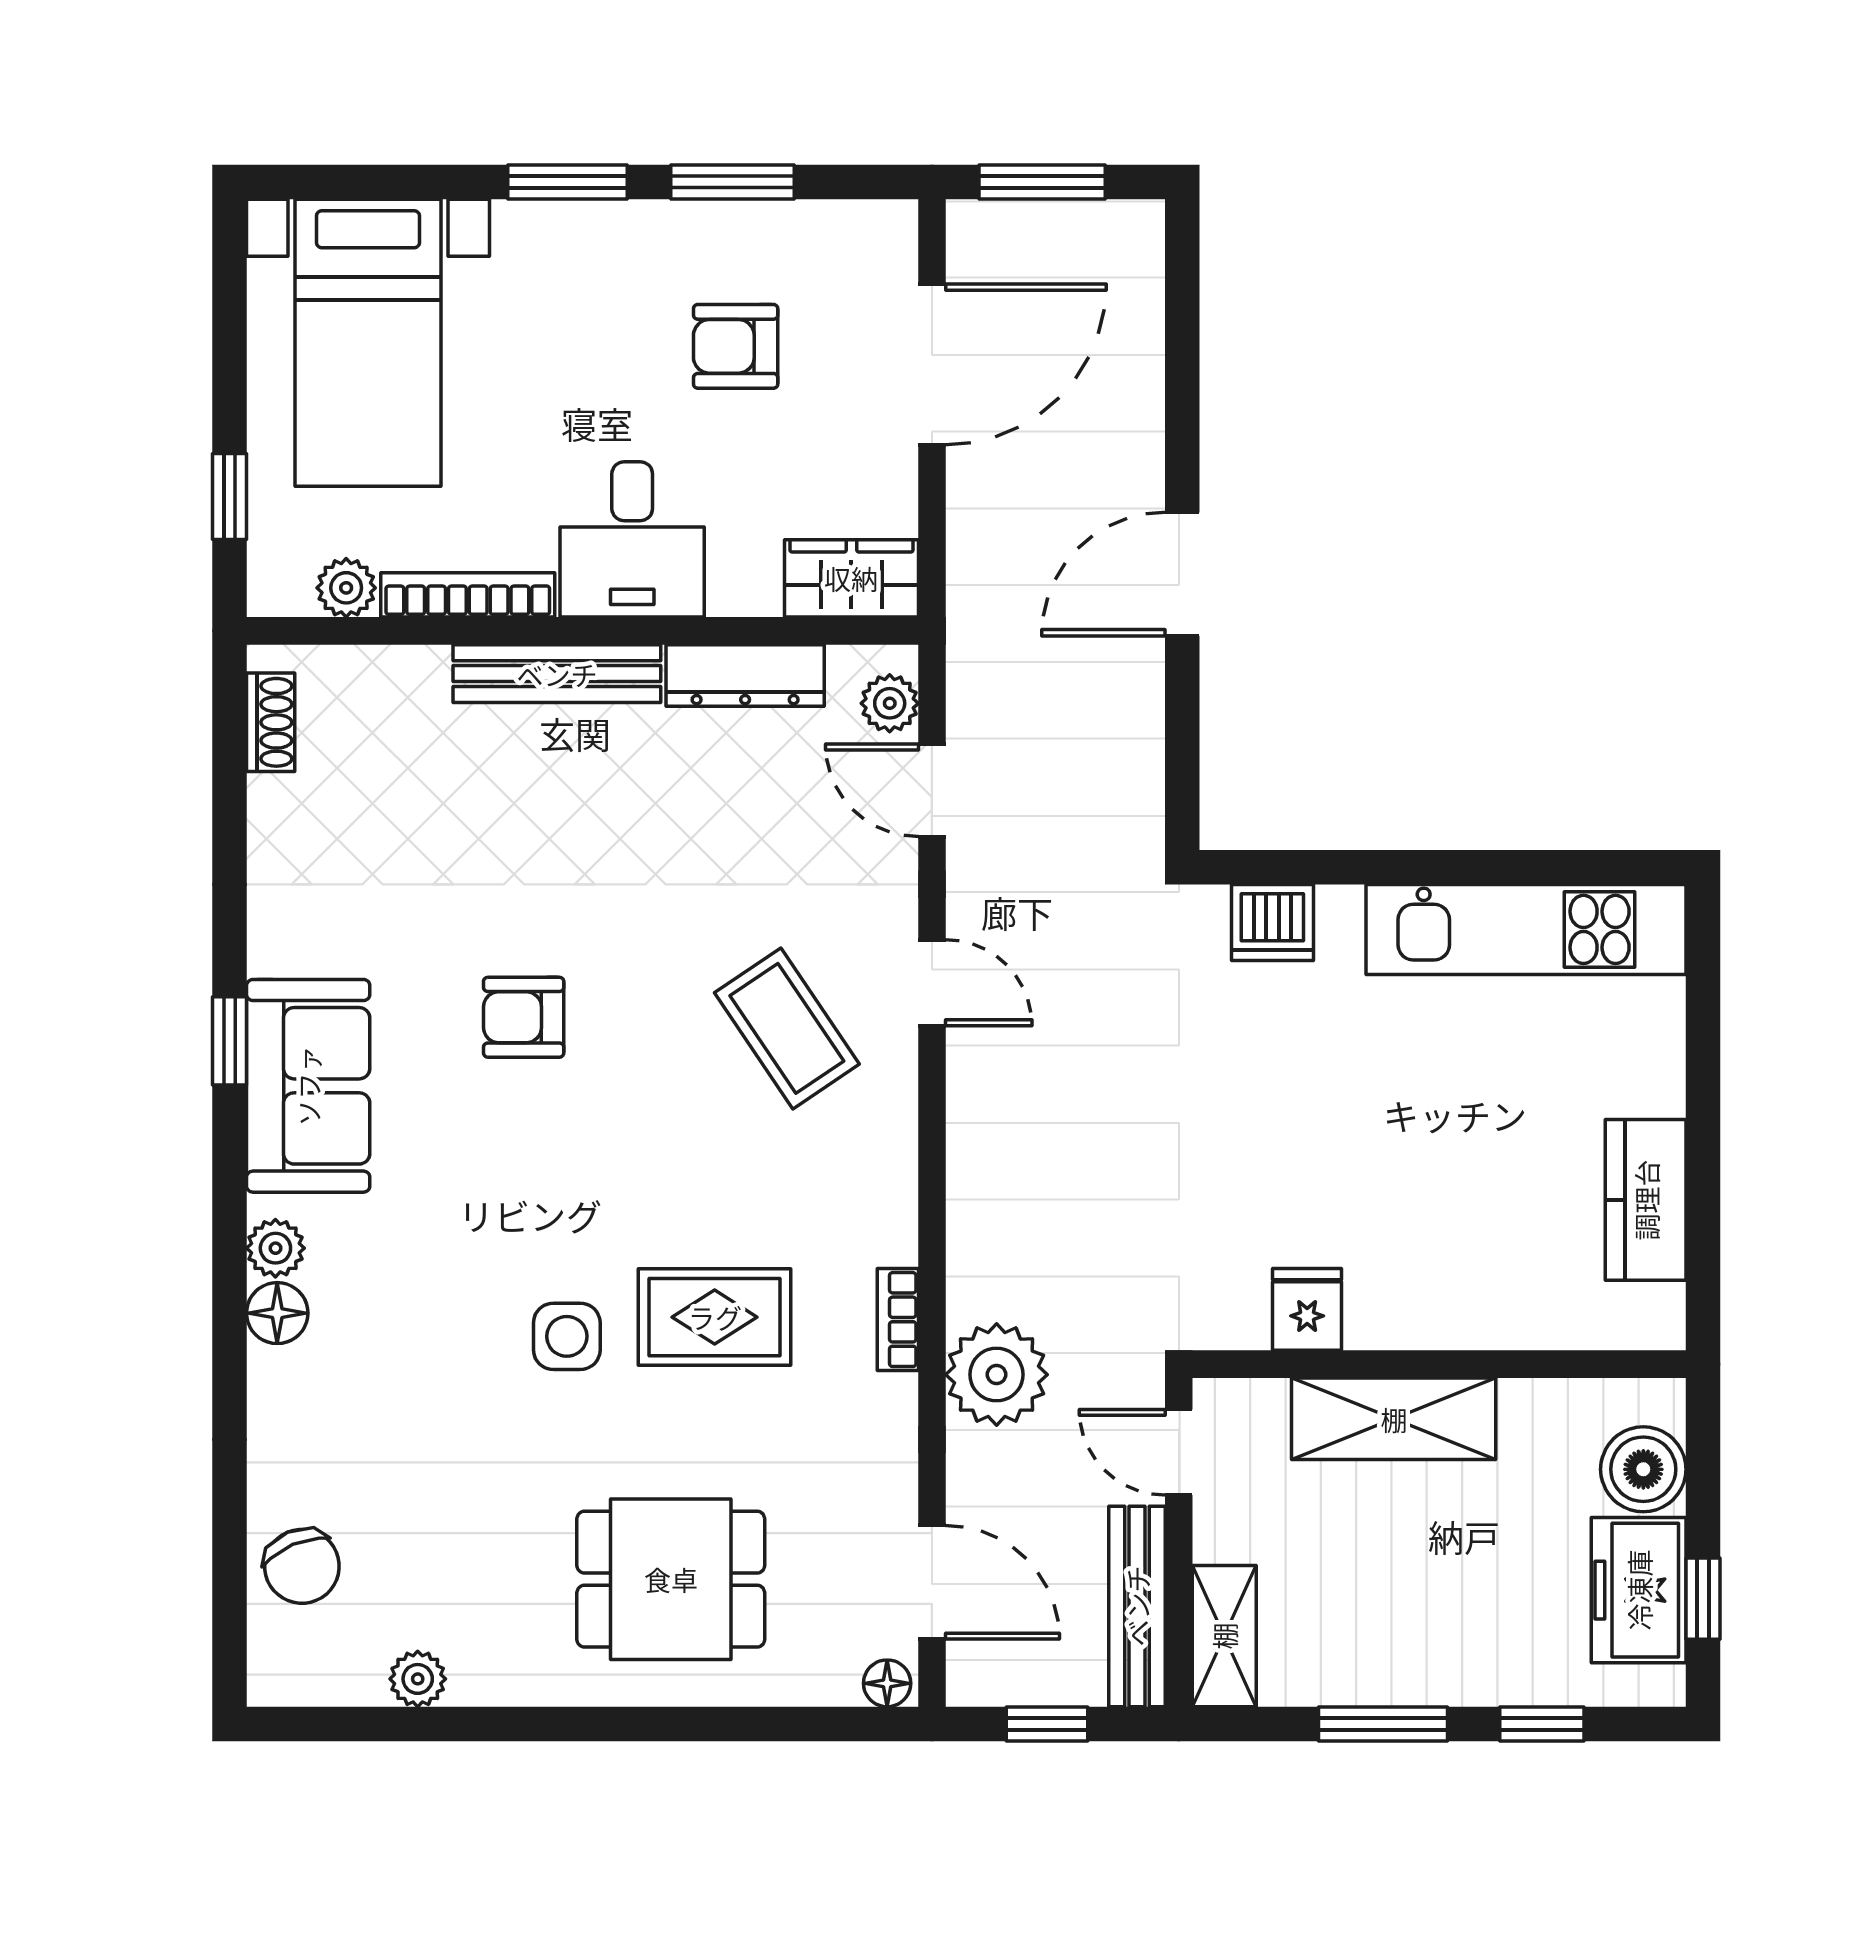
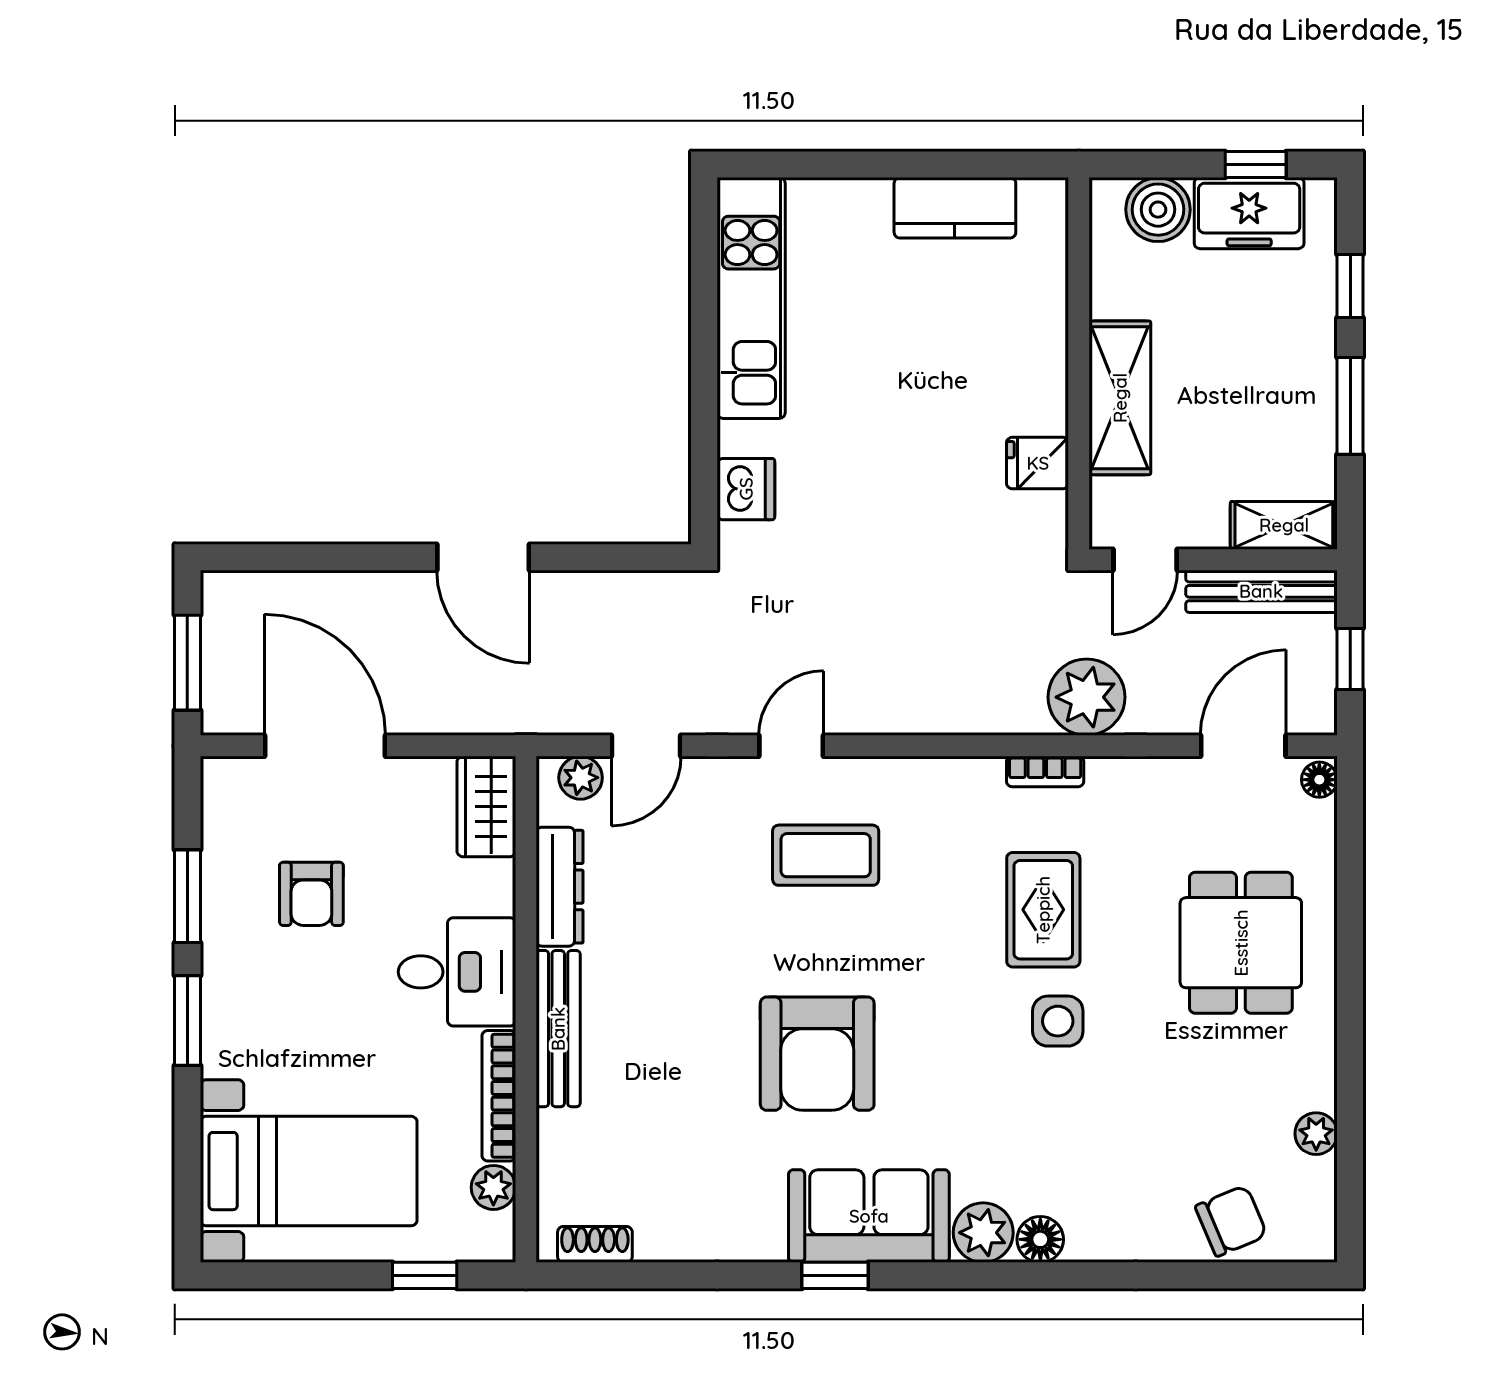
armchair: (524, 1017) -> (817, 1054), width x1.88, depth x1.88
coffee table: (787, 1028) -> (826, 855), turned 34
plant: (275, 1248) -> (983, 1233), width x1.38, depth x1.38

